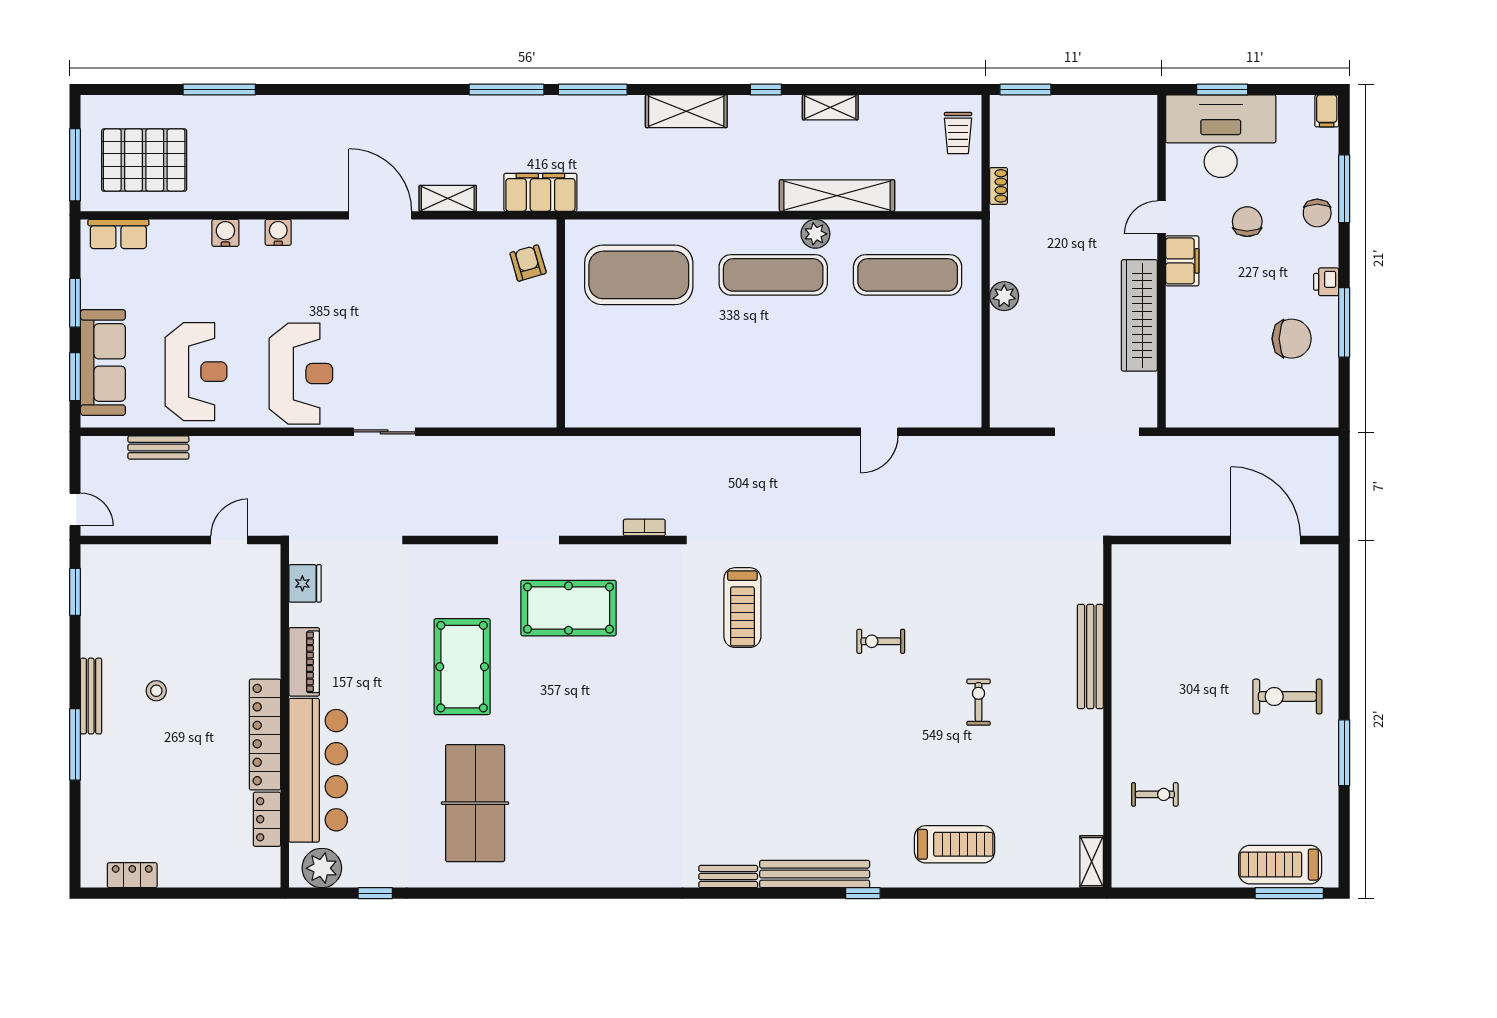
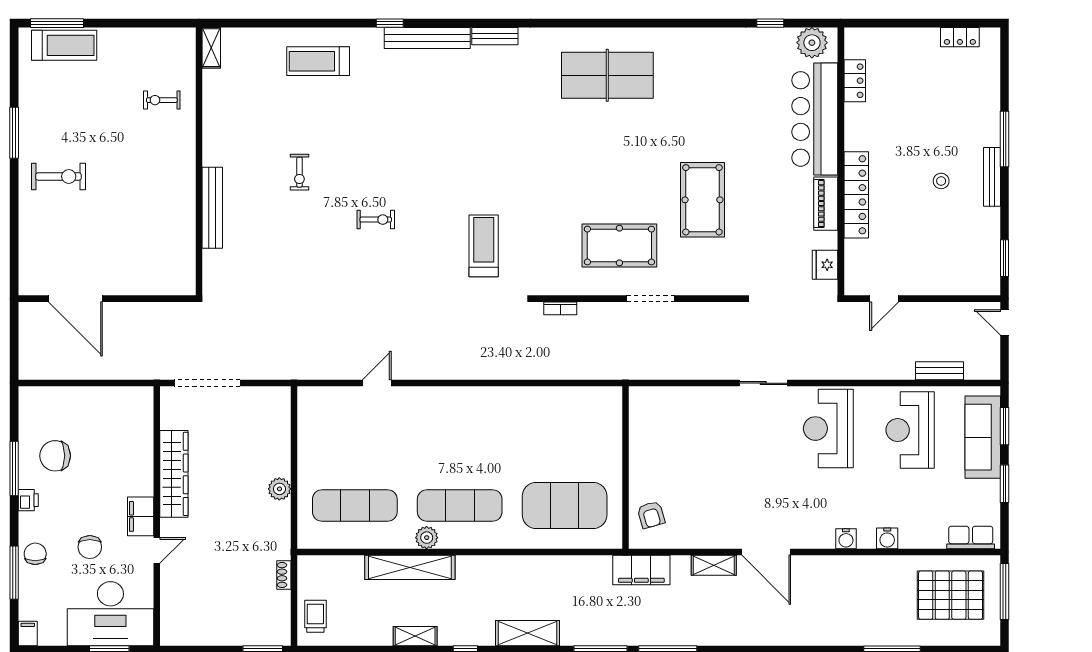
locker: (265, 735) -> (856, 195), moved
table tennis table: (475, 803) -> (607, 75), moved, turned 90

